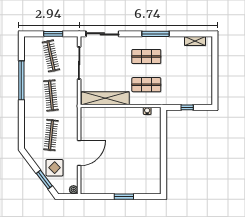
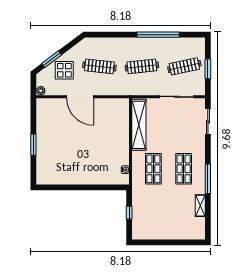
sliding door: (102, 34) -> (208, 122), width x0.73
shelving: (195, 41) -> (200, 206), moved

